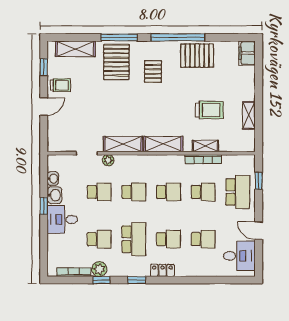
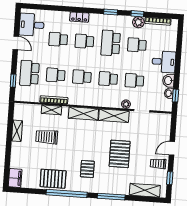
pallet: (116, 62) -> (120, 154), moved
window: (44, 206) -> (176, 96), moved
locker: (162, 270) -> (79, 17), moved

